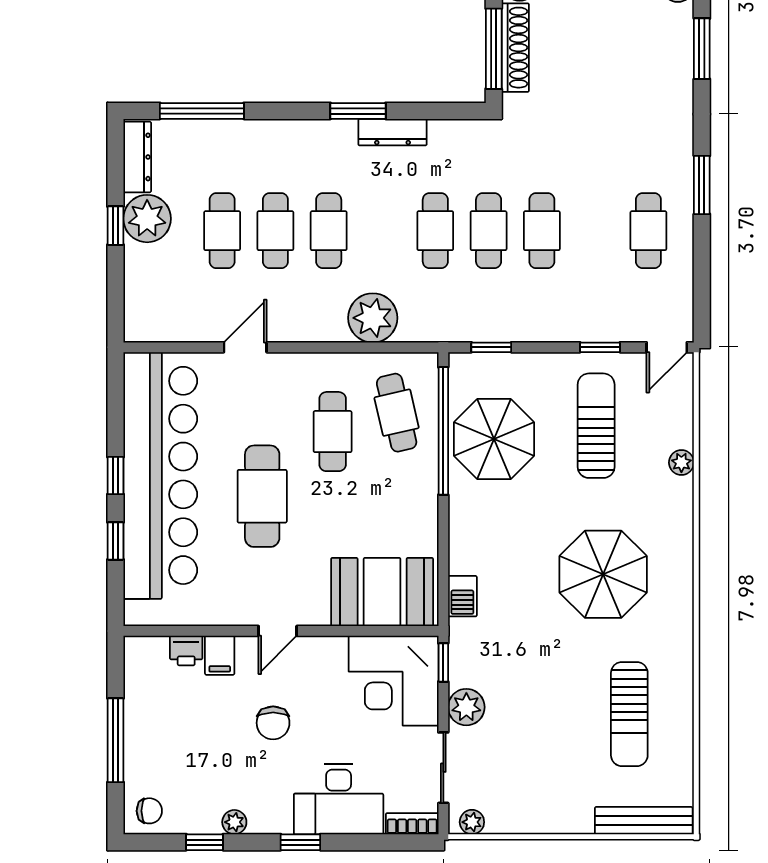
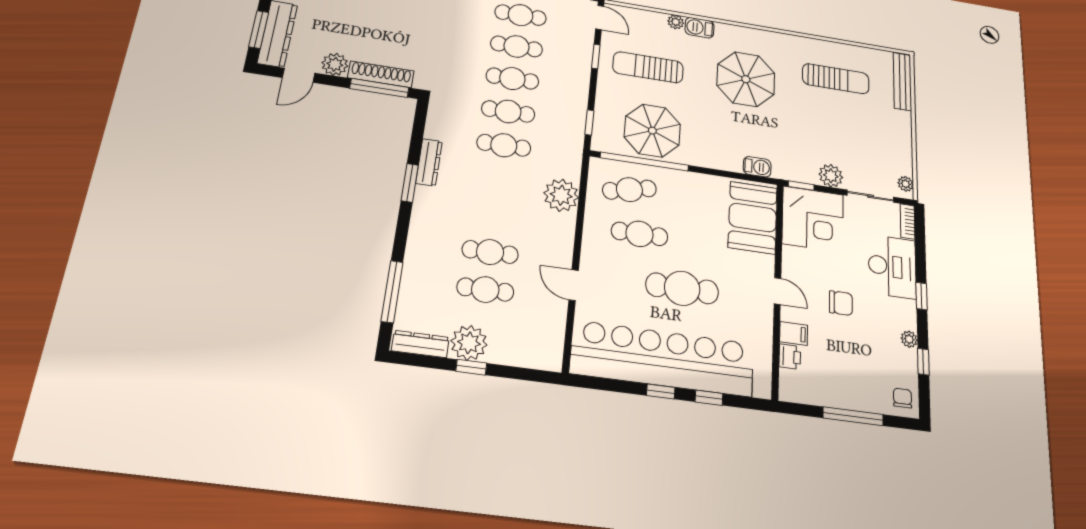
cafe table: (329, 231) -> (517, 46), moved
barbecue: (678, 499) -> (699, 28), added

